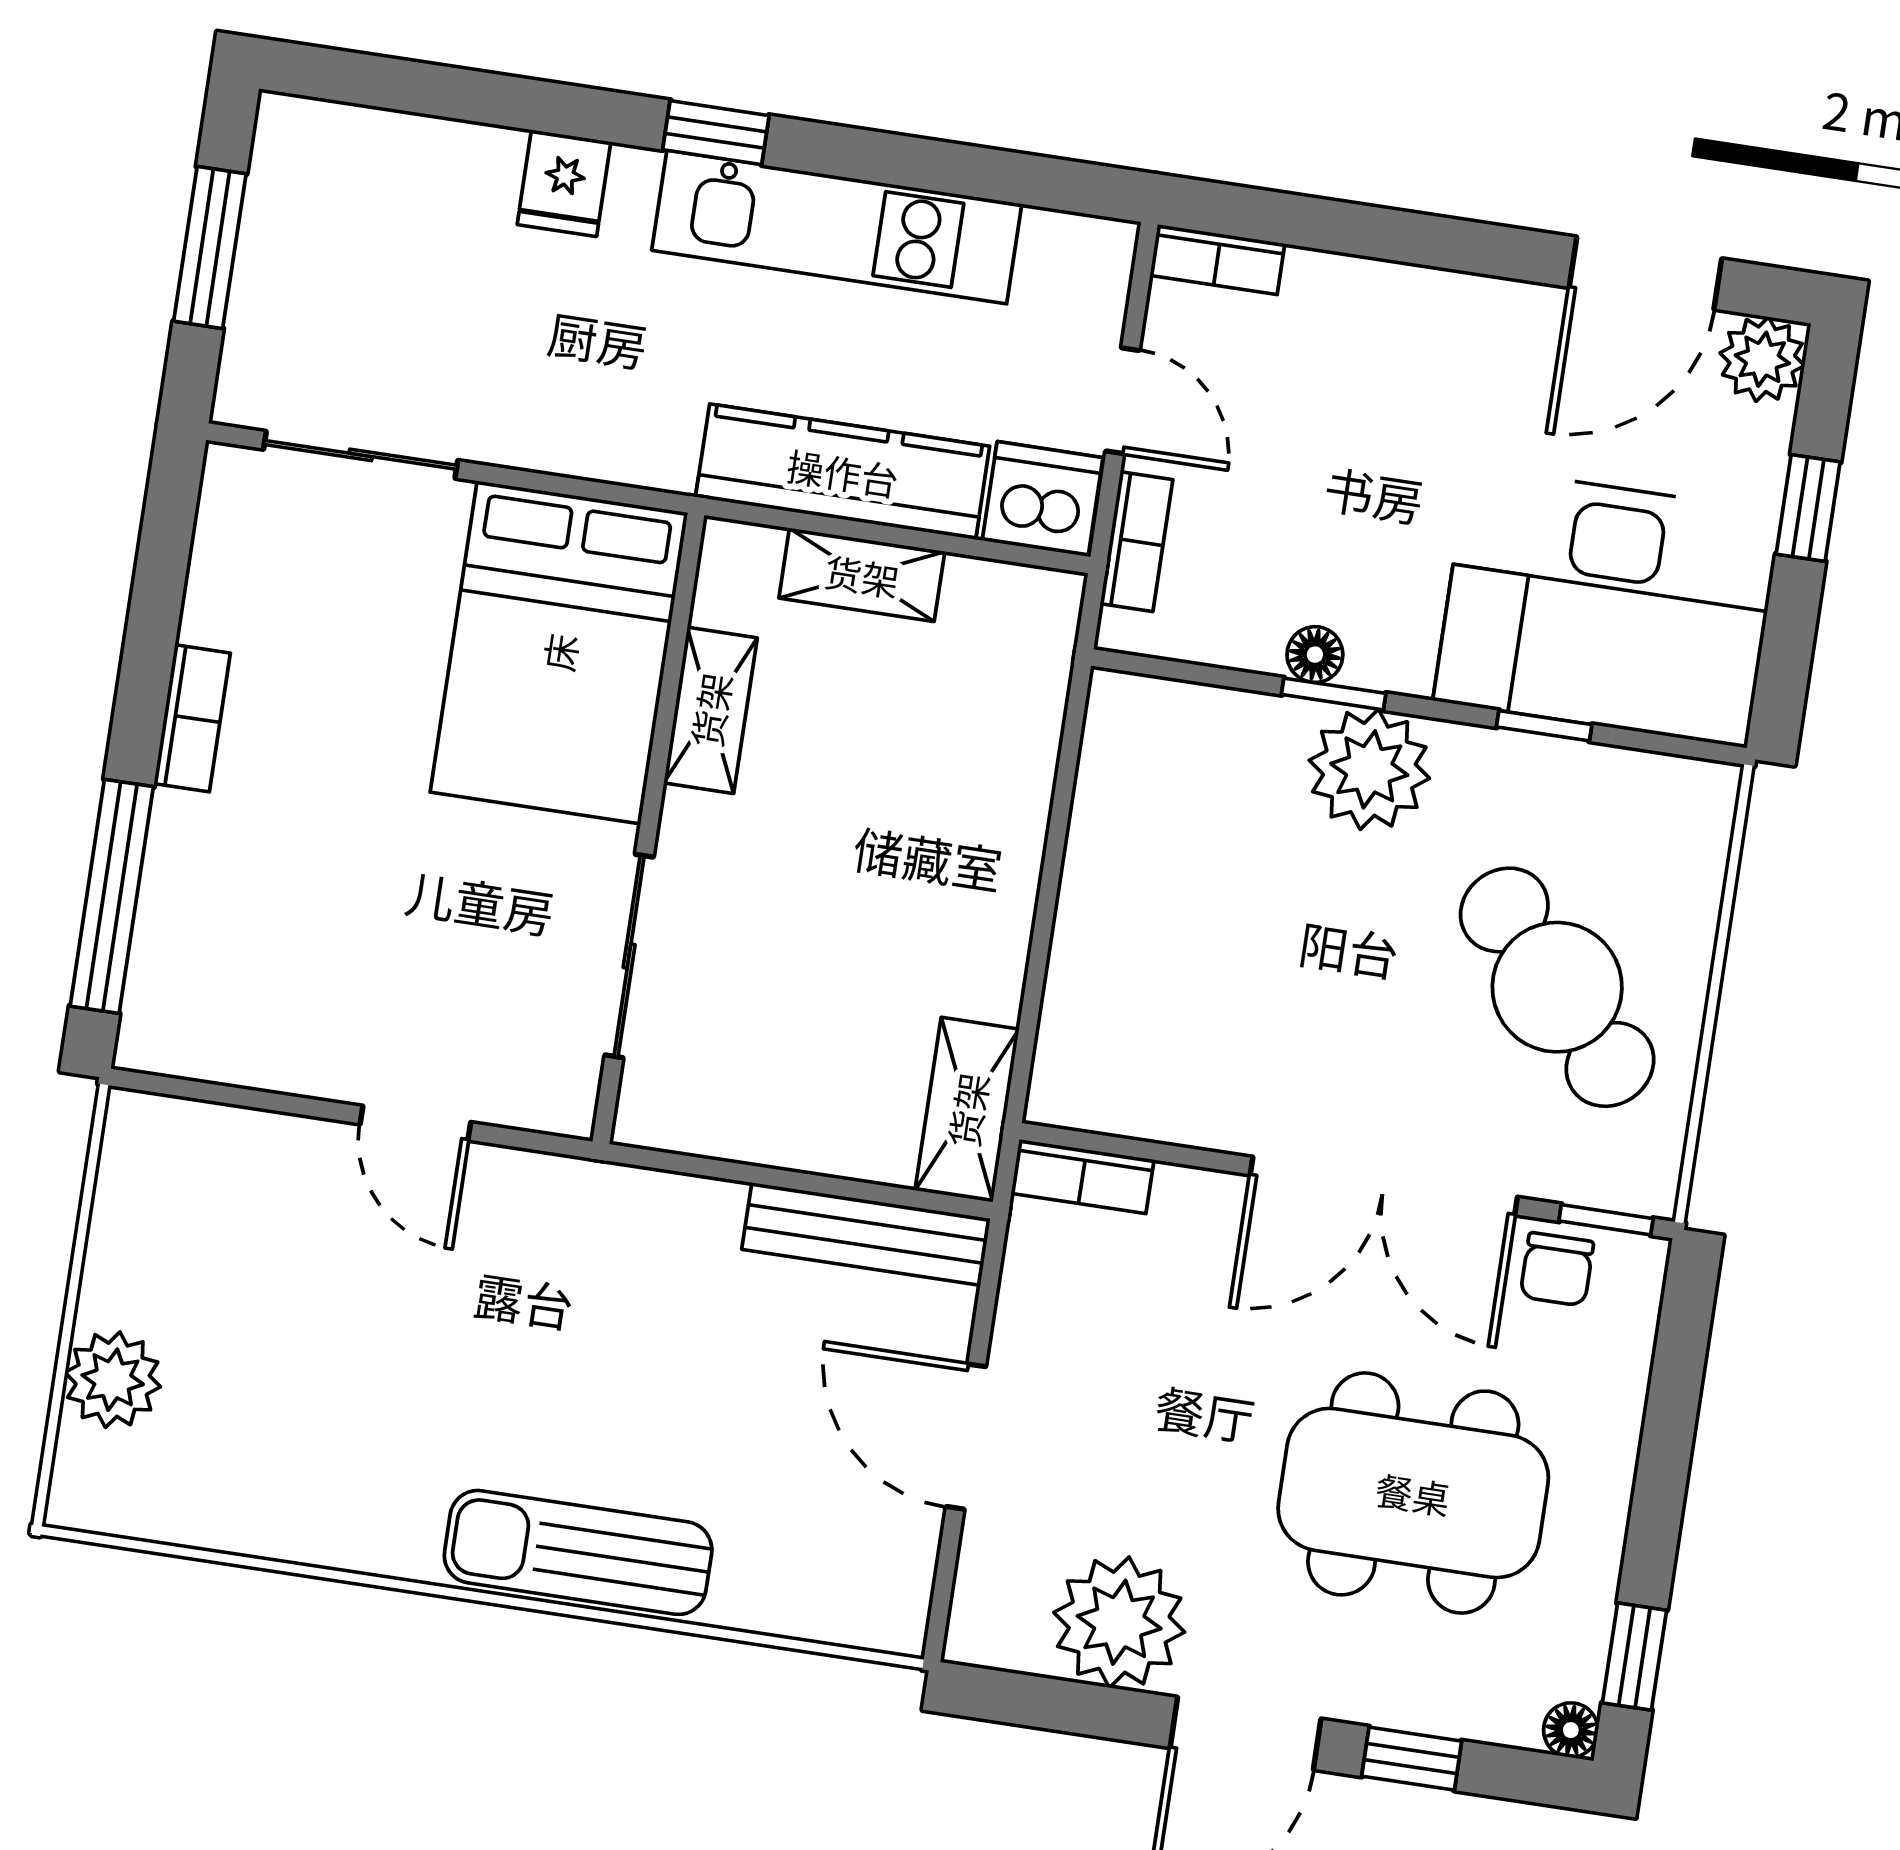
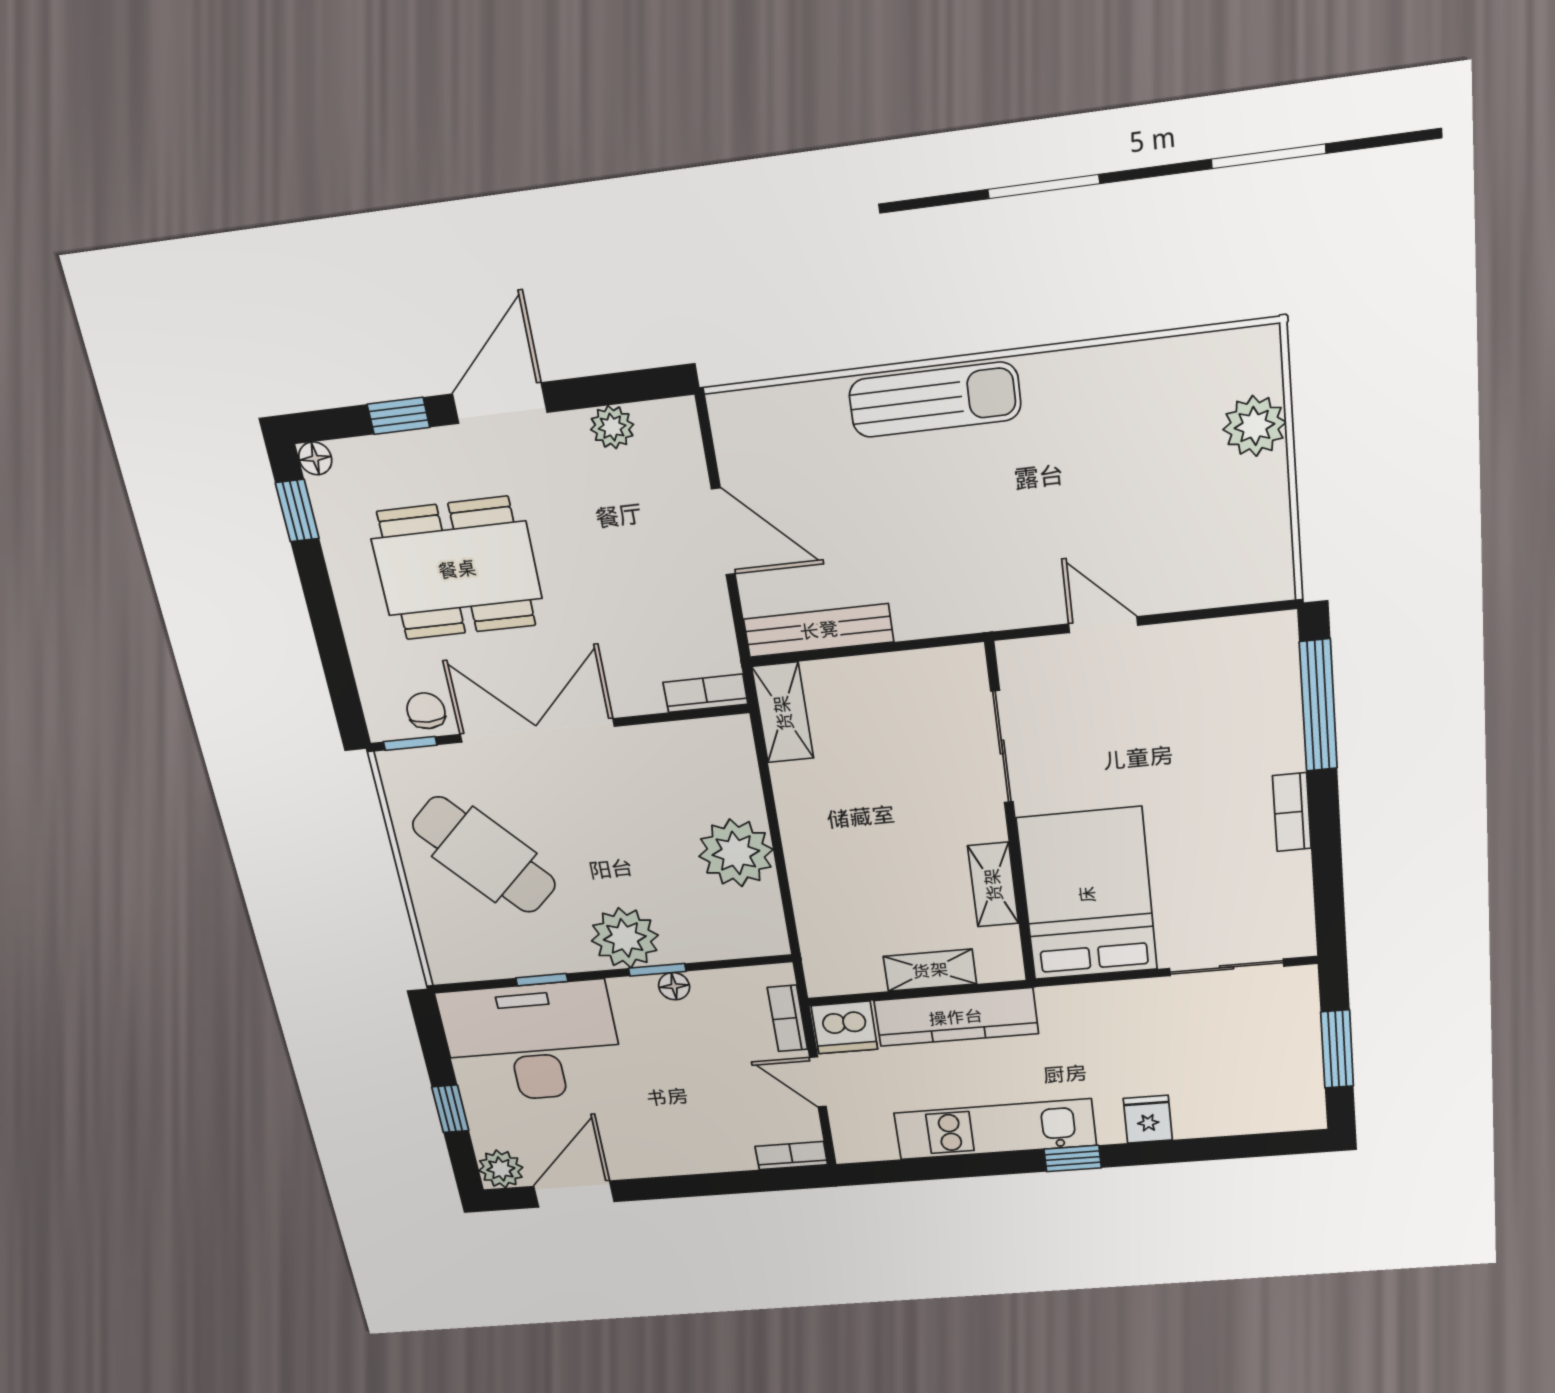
plant: (1125, 880) -> (736, 853), added
plant: (1119, 1622) -> (612, 427), width x0.53, depth x0.53

